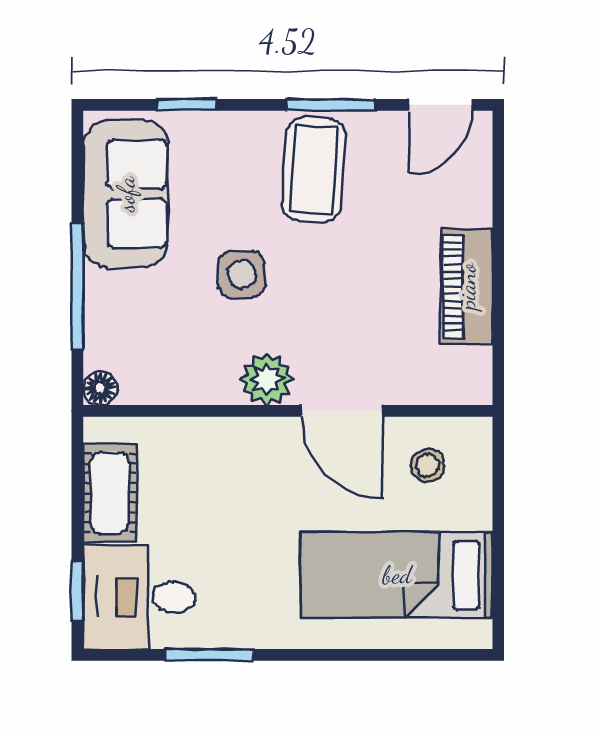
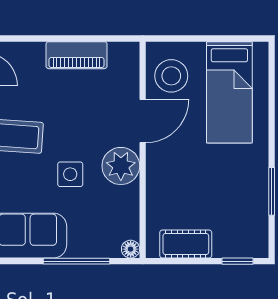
plant: (267, 379) -> (121, 166), width x1.36, depth x1.36
stool: (428, 465) -> (171, 76), width x1.89, depth x1.89
desk: (139, 597) -> (241, 229), removed

